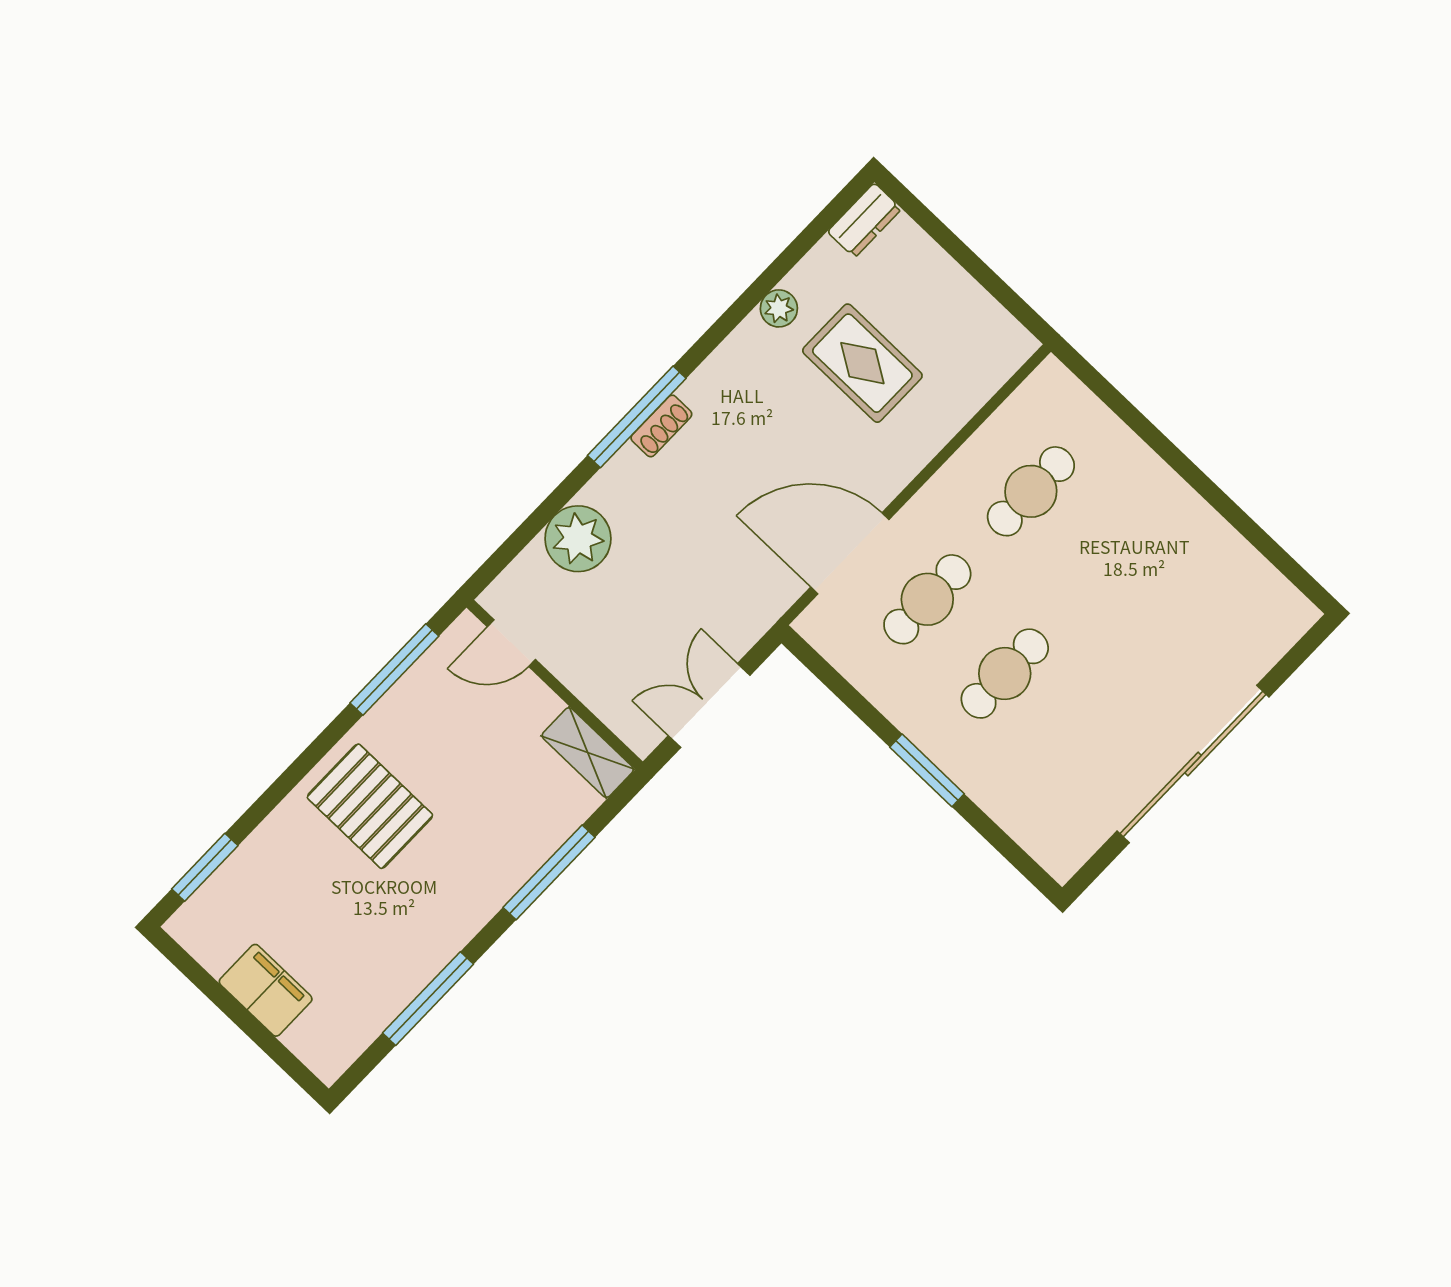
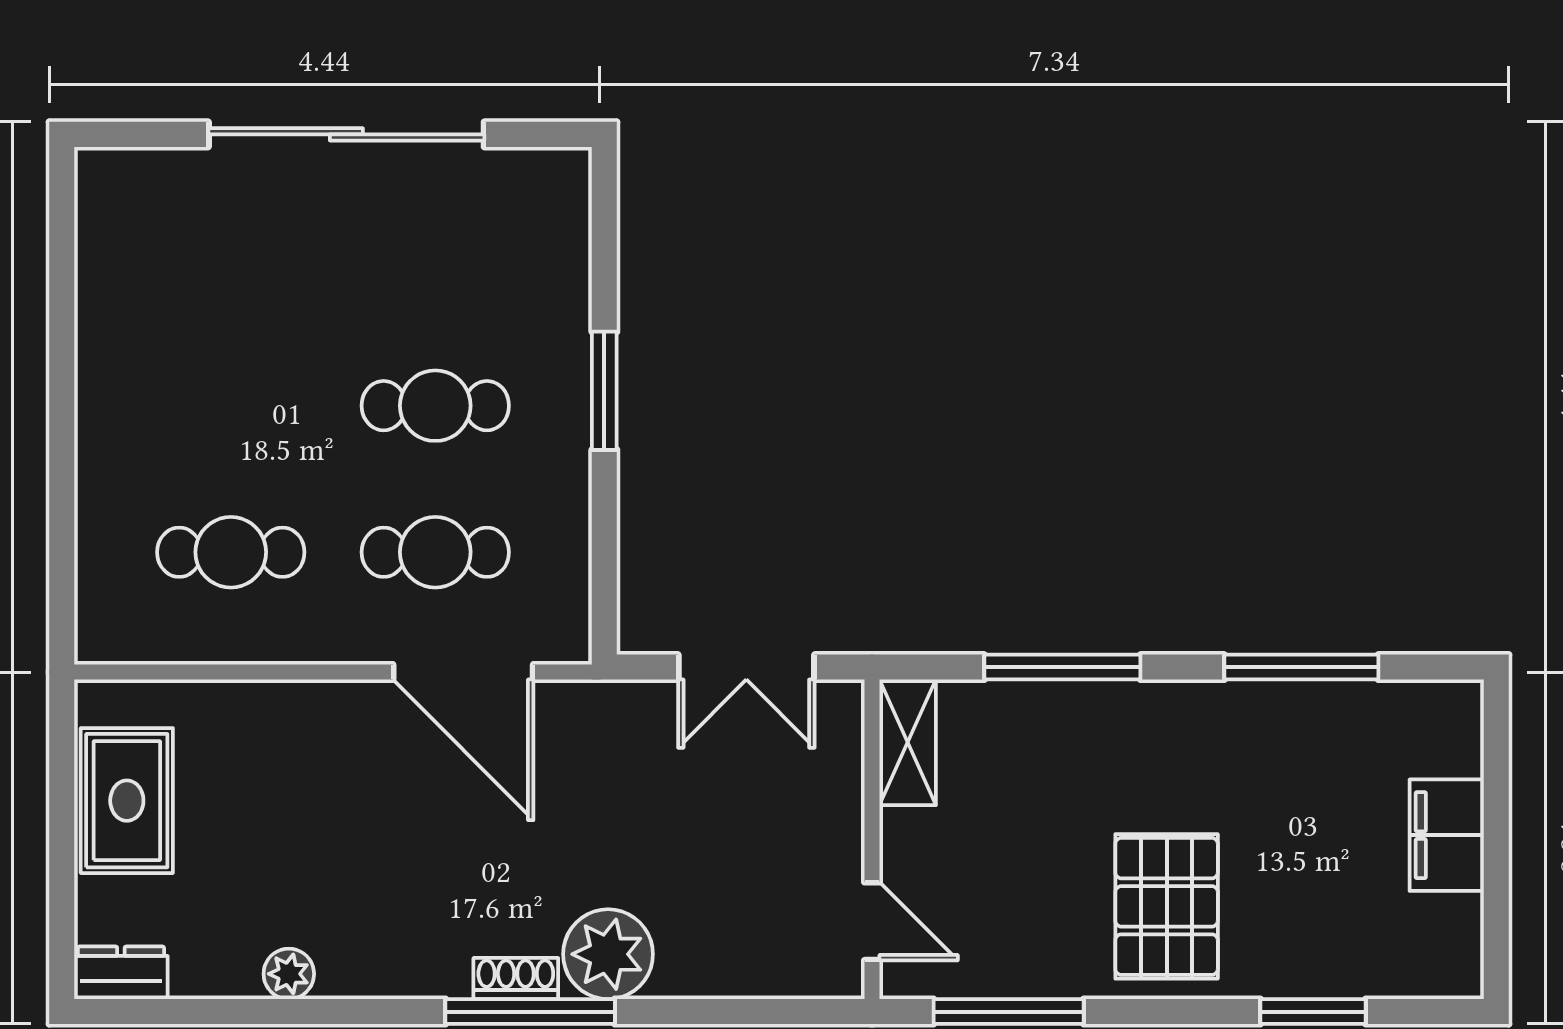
rug: (862, 363) -> (127, 801), moved
plant: (578, 539) -> (608, 954), moved
window: (205, 867) -> (1313, 1012), moved

